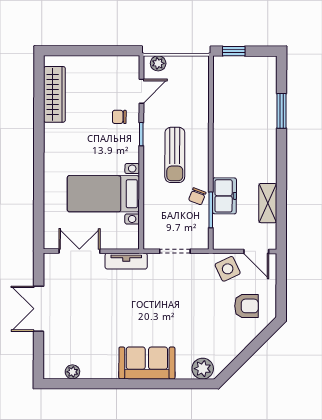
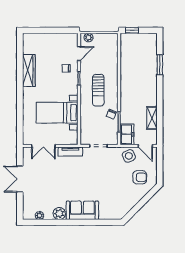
wardrobe: (54, 94) -> (29, 70), moved
freezer: (224, 196) -> (127, 134), moved
double door: (79, 251) -> (43, 146), swing flipped
plant: (203, 369) -> (59, 213), moved

